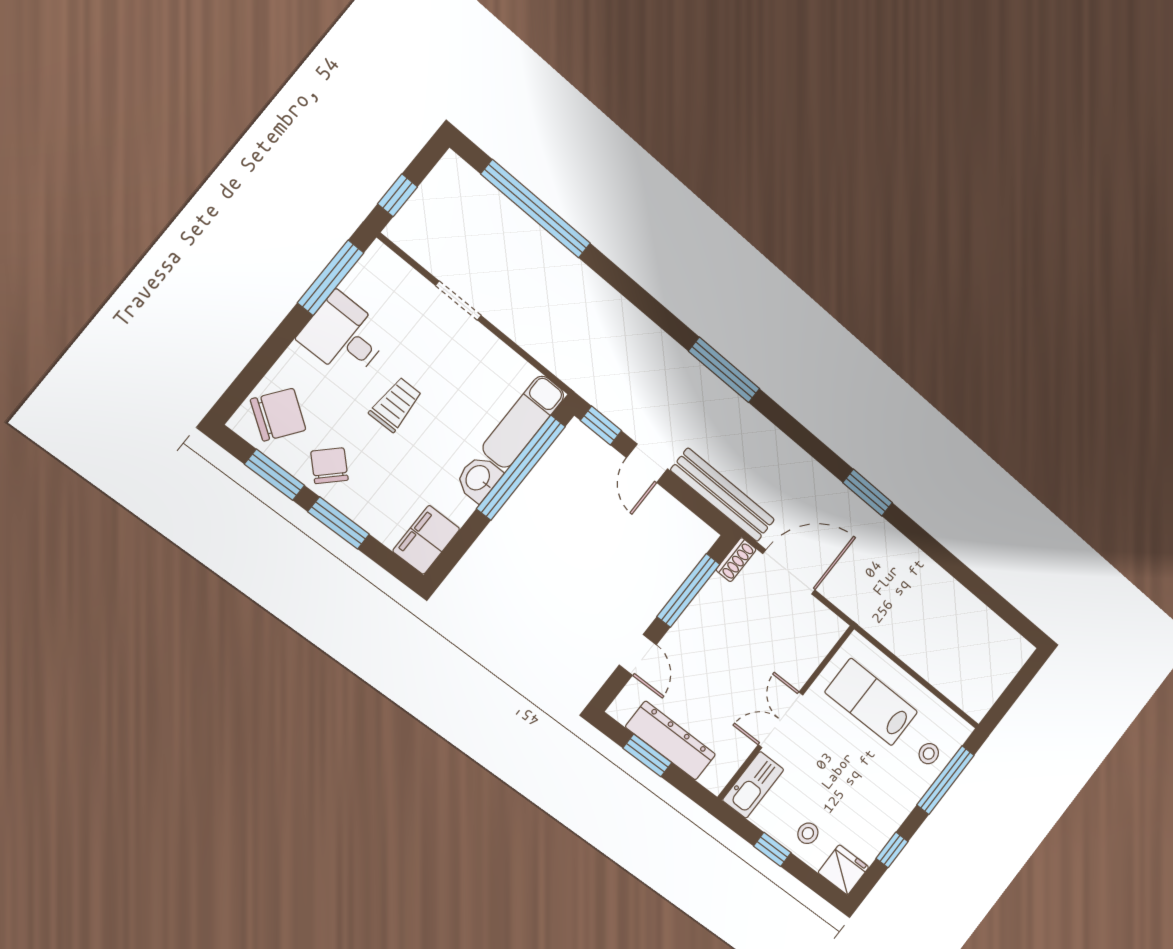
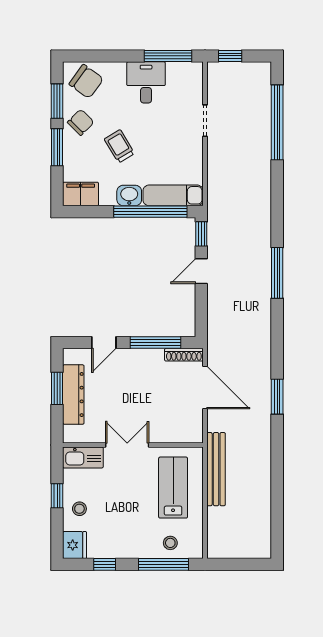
trolley: (396, 404) -> (119, 146), moved, turned -121
bench: (723, 495) -> (216, 469), moved
shoe rack: (736, 560) -> (184, 355), width x1.43

